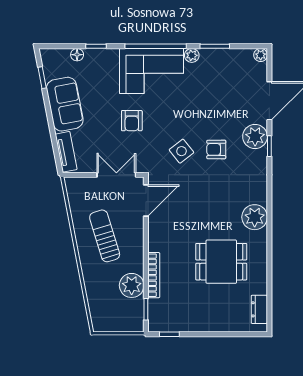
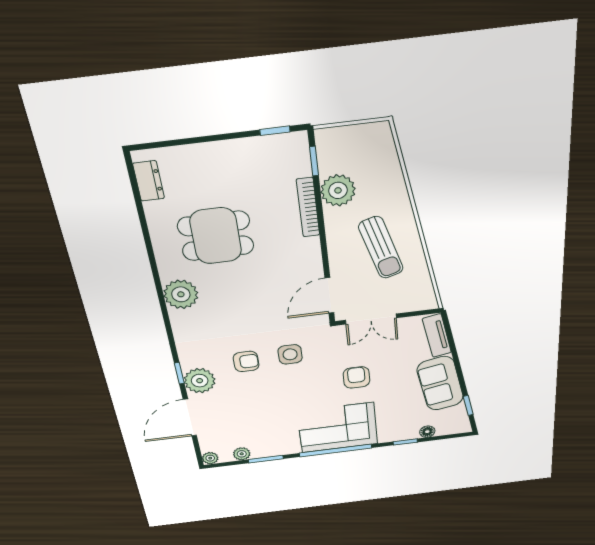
plant: (192, 55) -> (242, 454), moved
side table: (181, 151) -> (290, 354), turned 38

